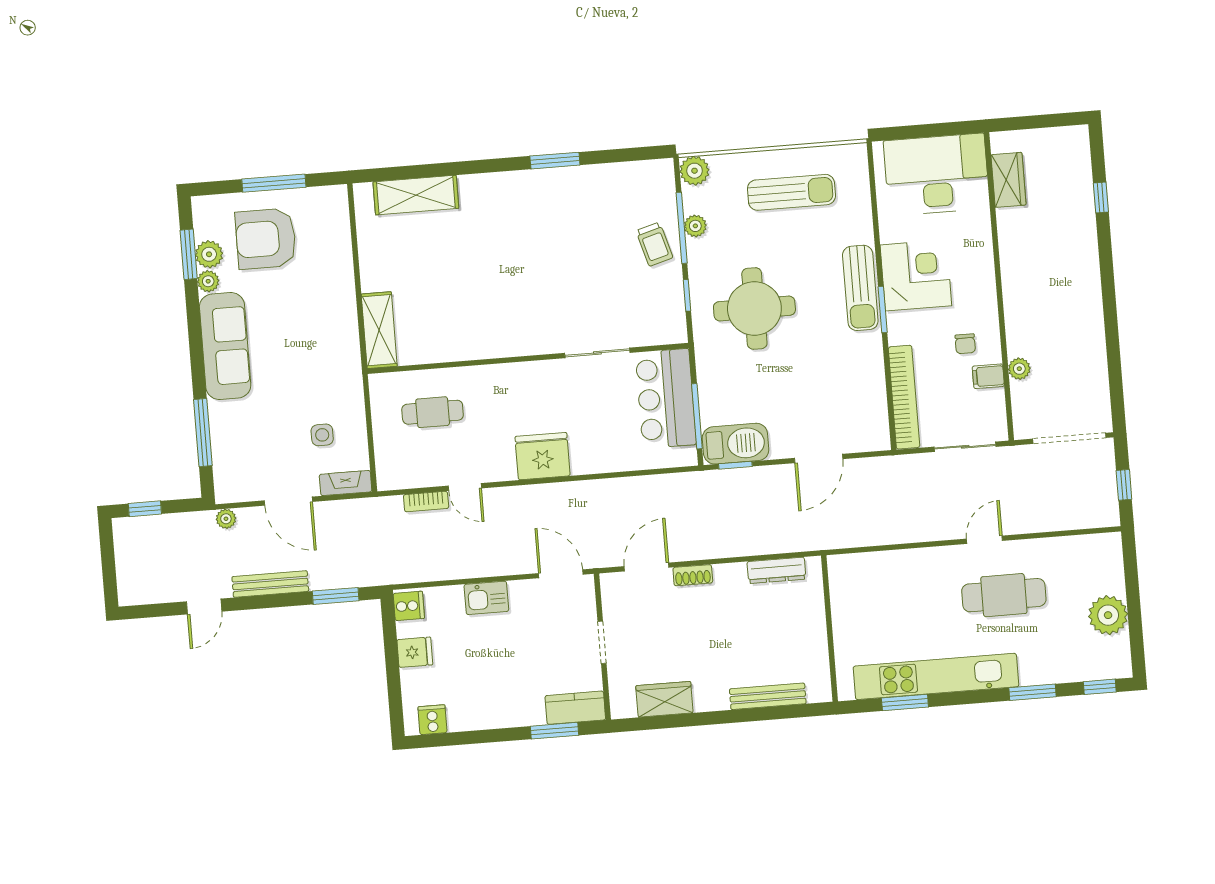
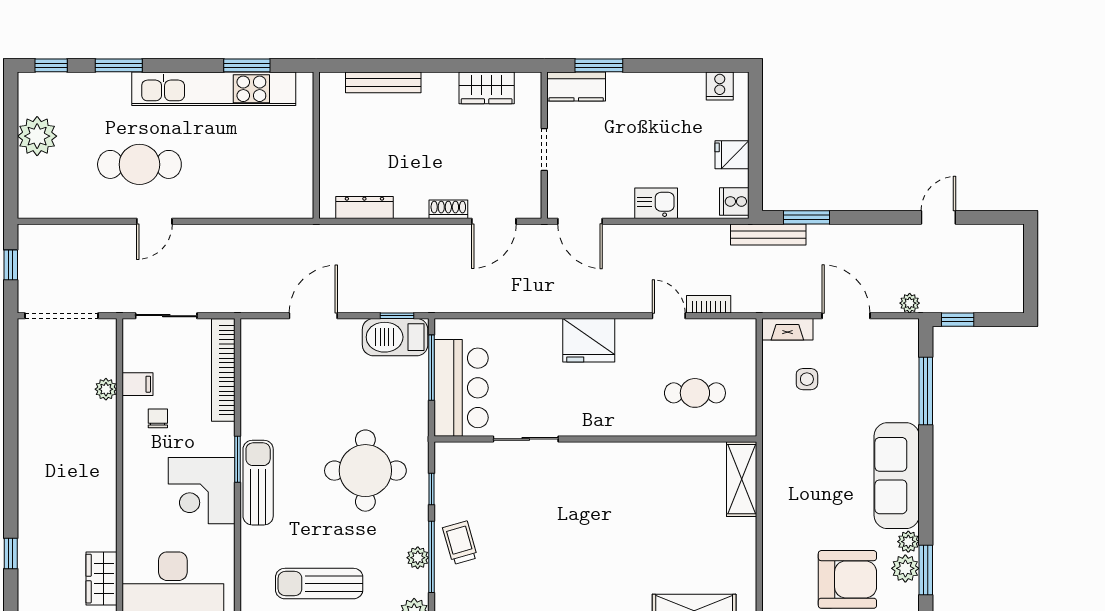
window: (145, 509) -> (958, 320), moved
bench: (270, 584) -> (768, 234), moved

